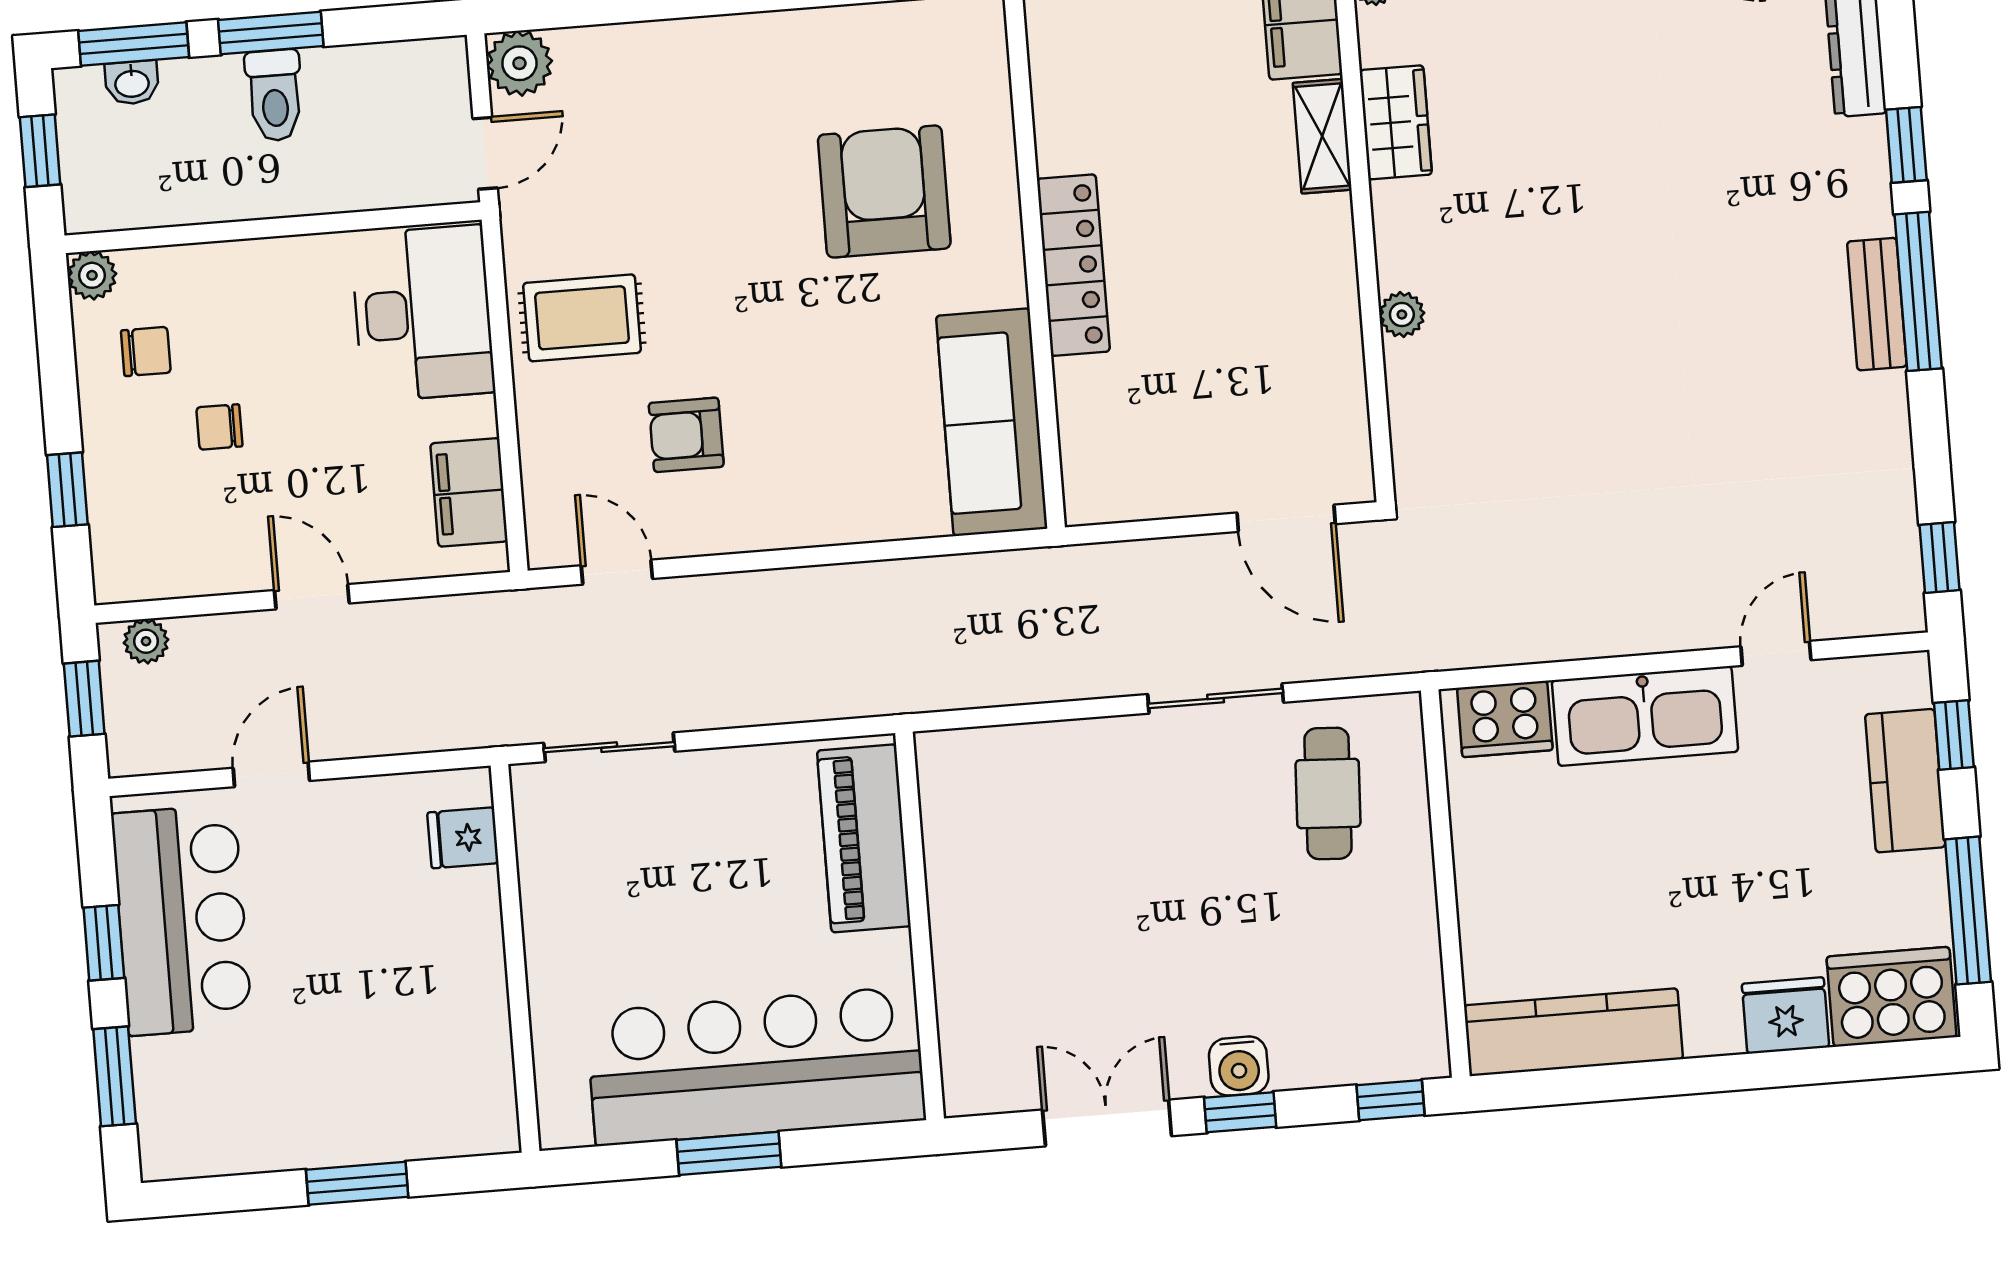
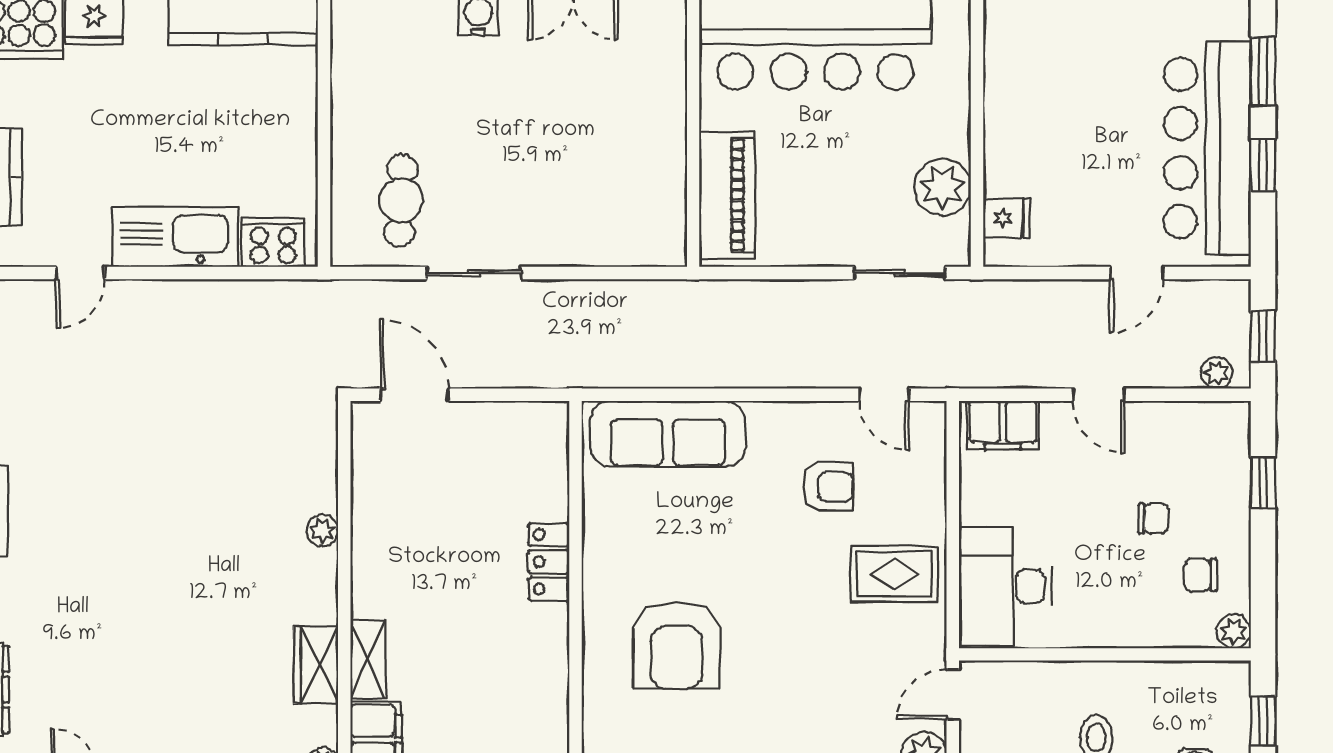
locker: (1073, 265) -> (549, 562), width x0.66
sofa: (992, 422) -> (668, 434), moved, turned 90
filing cabinet: (469, 492) -> (1003, 425), moved, turned 90
plant: (558, 874) -> (942, 187), added
bar counter: (182, 920) -> (1207, 148), width x1.36

